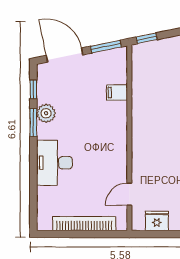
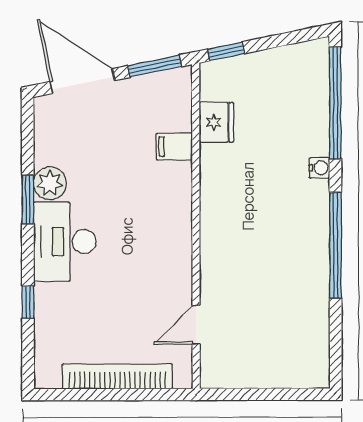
window: (33, 89) -> (28, 302), moved
desk: (54, 163) -> (65, 242), moved
fridge: (157, 221) -> (216, 122), moved, turned 90

